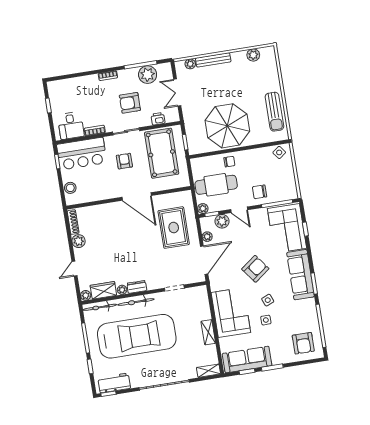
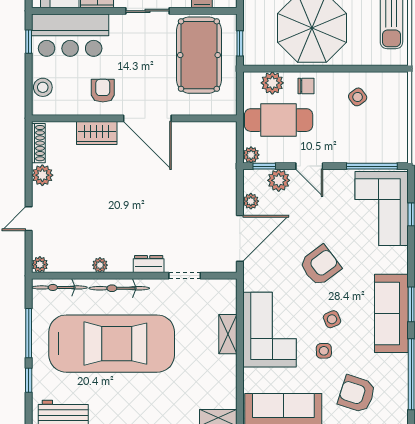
side table: (279, 152) -> (358, 97), moved
armchair: (124, 161) -> (103, 91), moved
plant: (209, 163) -> (272, 83), added
chair: (260, 192) -> (347, 143), removed
rug: (174, 228) -> (199, 178), removed
sofa: (300, 275) -> (391, 313), moved
dresser: (137, 287) -> (149, 264), moved
wardrobe: (103, 290) -> (97, 133), moved, turned 180
shelving: (208, 332) -> (228, 334), moved
armchair: (303, 343) -> (357, 394), moved, turned 108

